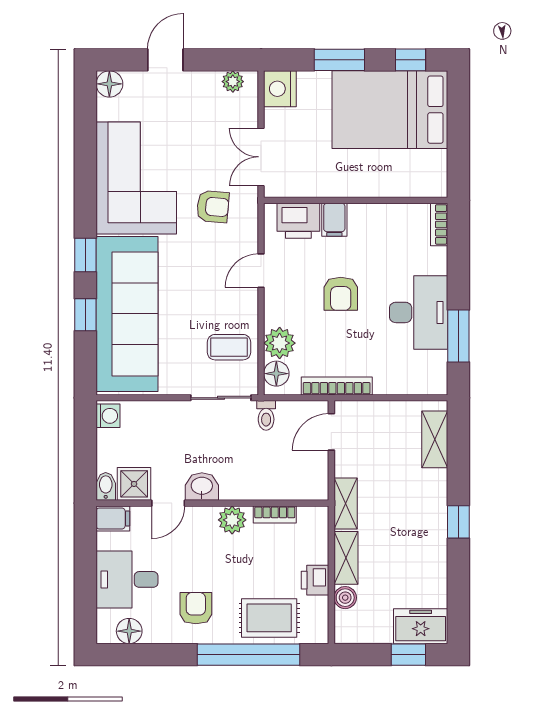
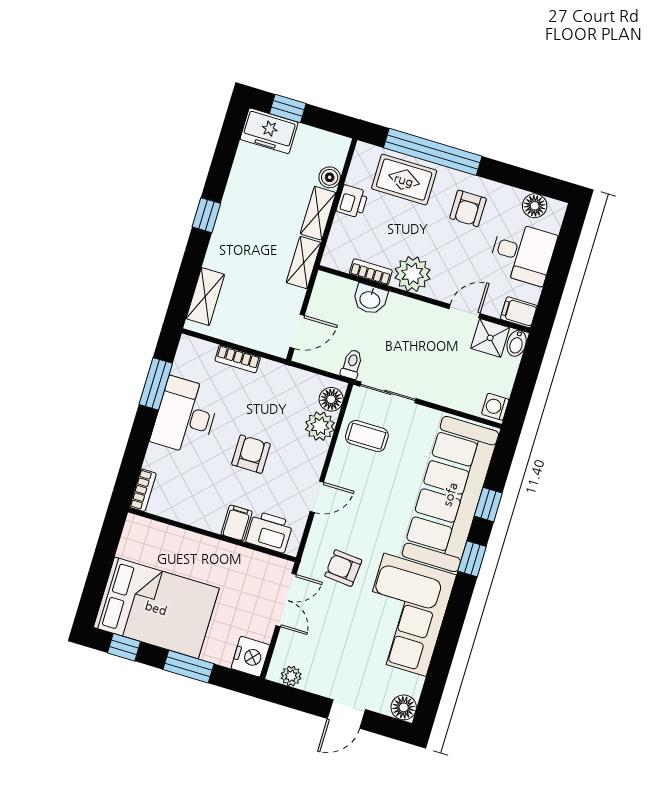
bookcase: (337, 386) -> (238, 359), moved, width x0.64
washbasin: (202, 487) -> (370, 299), moved
plant: (232, 520) -> (412, 274), width x1.36, depth x1.36

